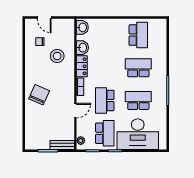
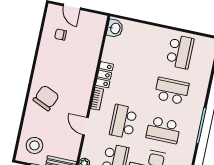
washbasin: (82, 48) -> (110, 53), removed
stool: (57, 56) -> (34, 145), moved
school desk: (138, 100) -> (163, 130), turned 180
door: (75, 111) -> (85, 126), swing flipped

